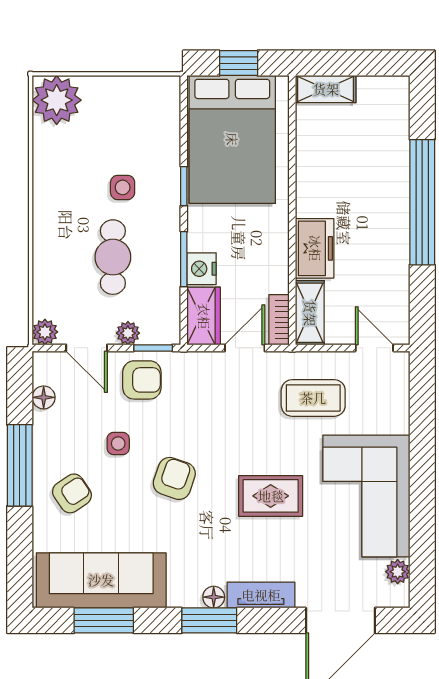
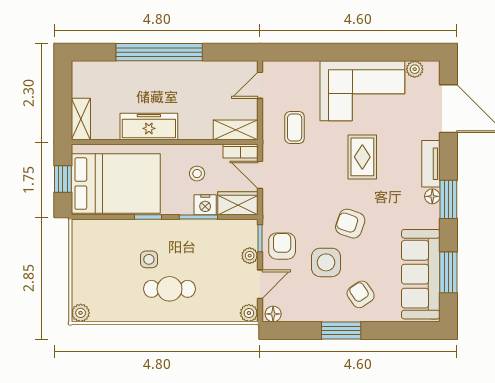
plant: (57, 100) -> (81, 313), width x0.53, depth x0.53
freezer: (315, 248) -> (149, 127), moved, width x1.40
cafe table: (113, 257) -> (170, 289), moved
stool: (247, 257) -> (197, 174), added
floor lamp: (44, 397) -> (273, 314), moved
coffee table: (313, 398) -> (295, 128), width x0.73, depth x0.77
side table: (118, 443) -> (326, 262), width x1.87, depth x1.87
window: (20, 465) -> (341, 331), width x0.69

